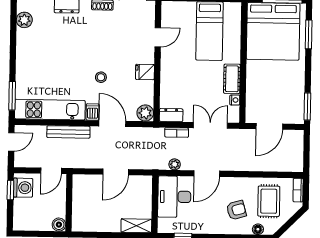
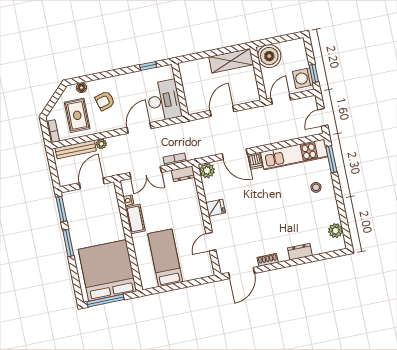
window: (309, 34) -> (68, 243), moved
stool: (101, 77) -> (316, 187), moved
bench: (68, 132) -> (76, 149), moved
plant: (175, 164) -> (101, 144), moved
boiler: (59, 225) -> (269, 56), width x1.86, depth x1.86
shelving: (136, 226) -> (231, 61), moved, width x1.50, depth x1.33

